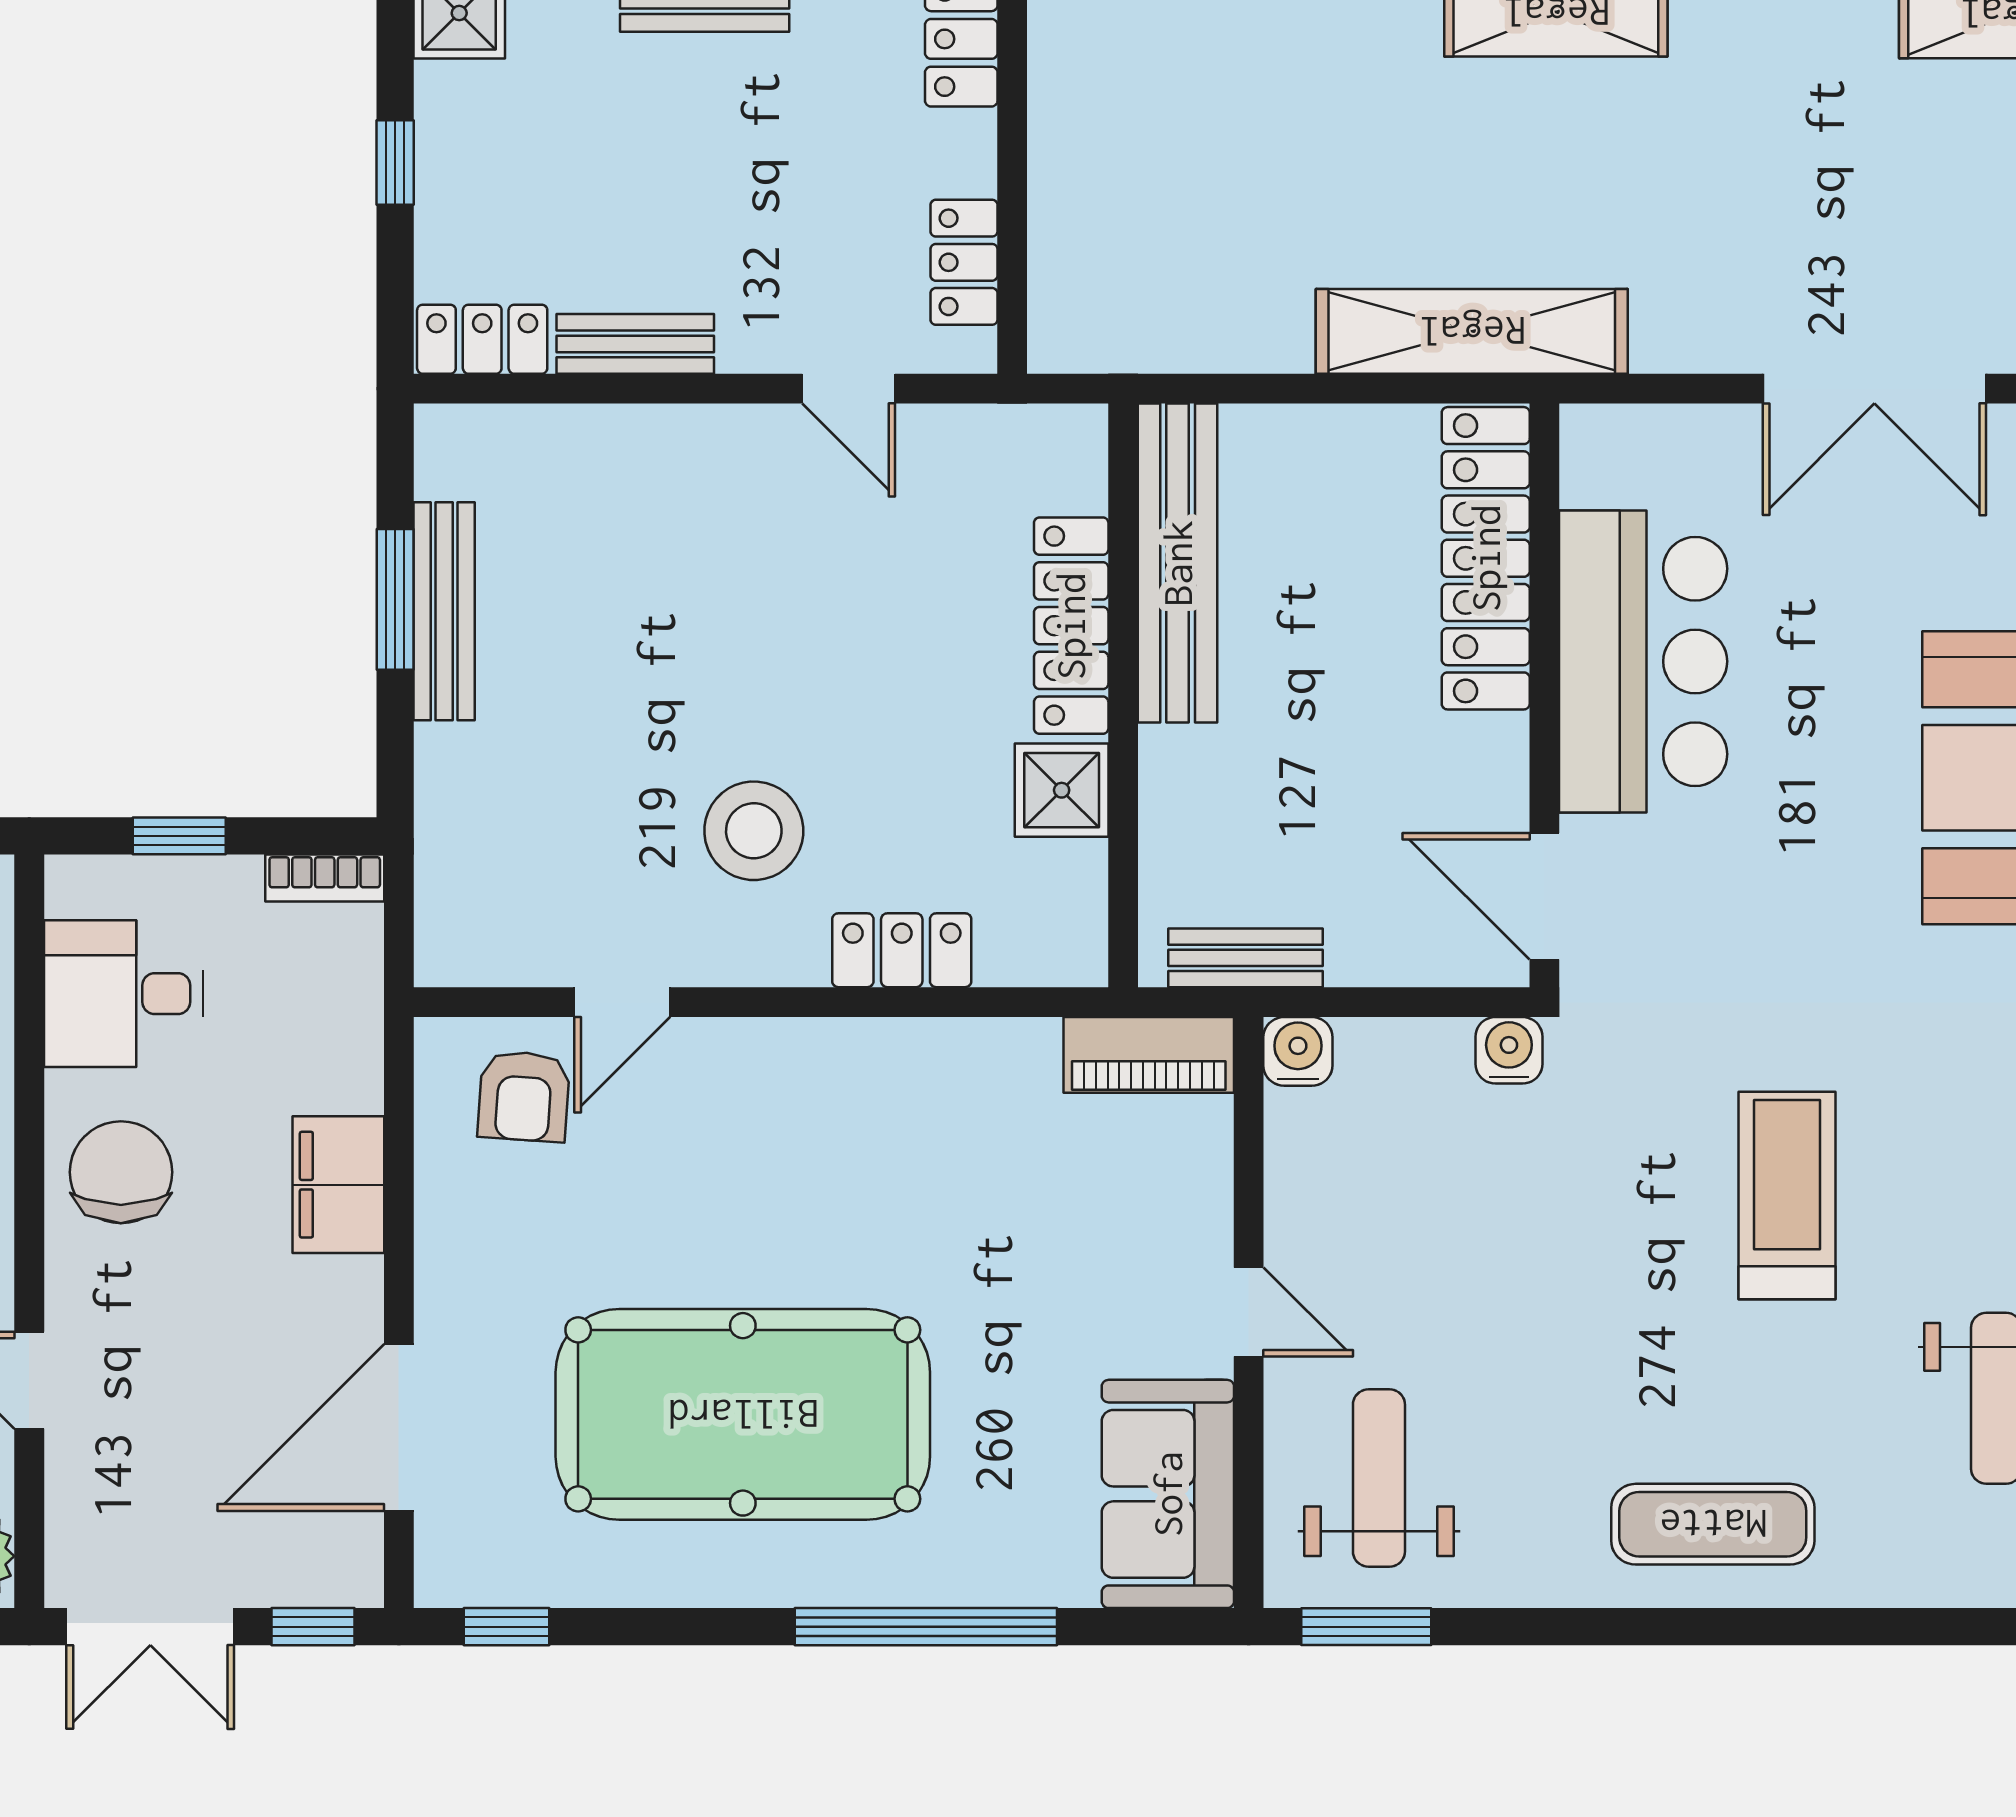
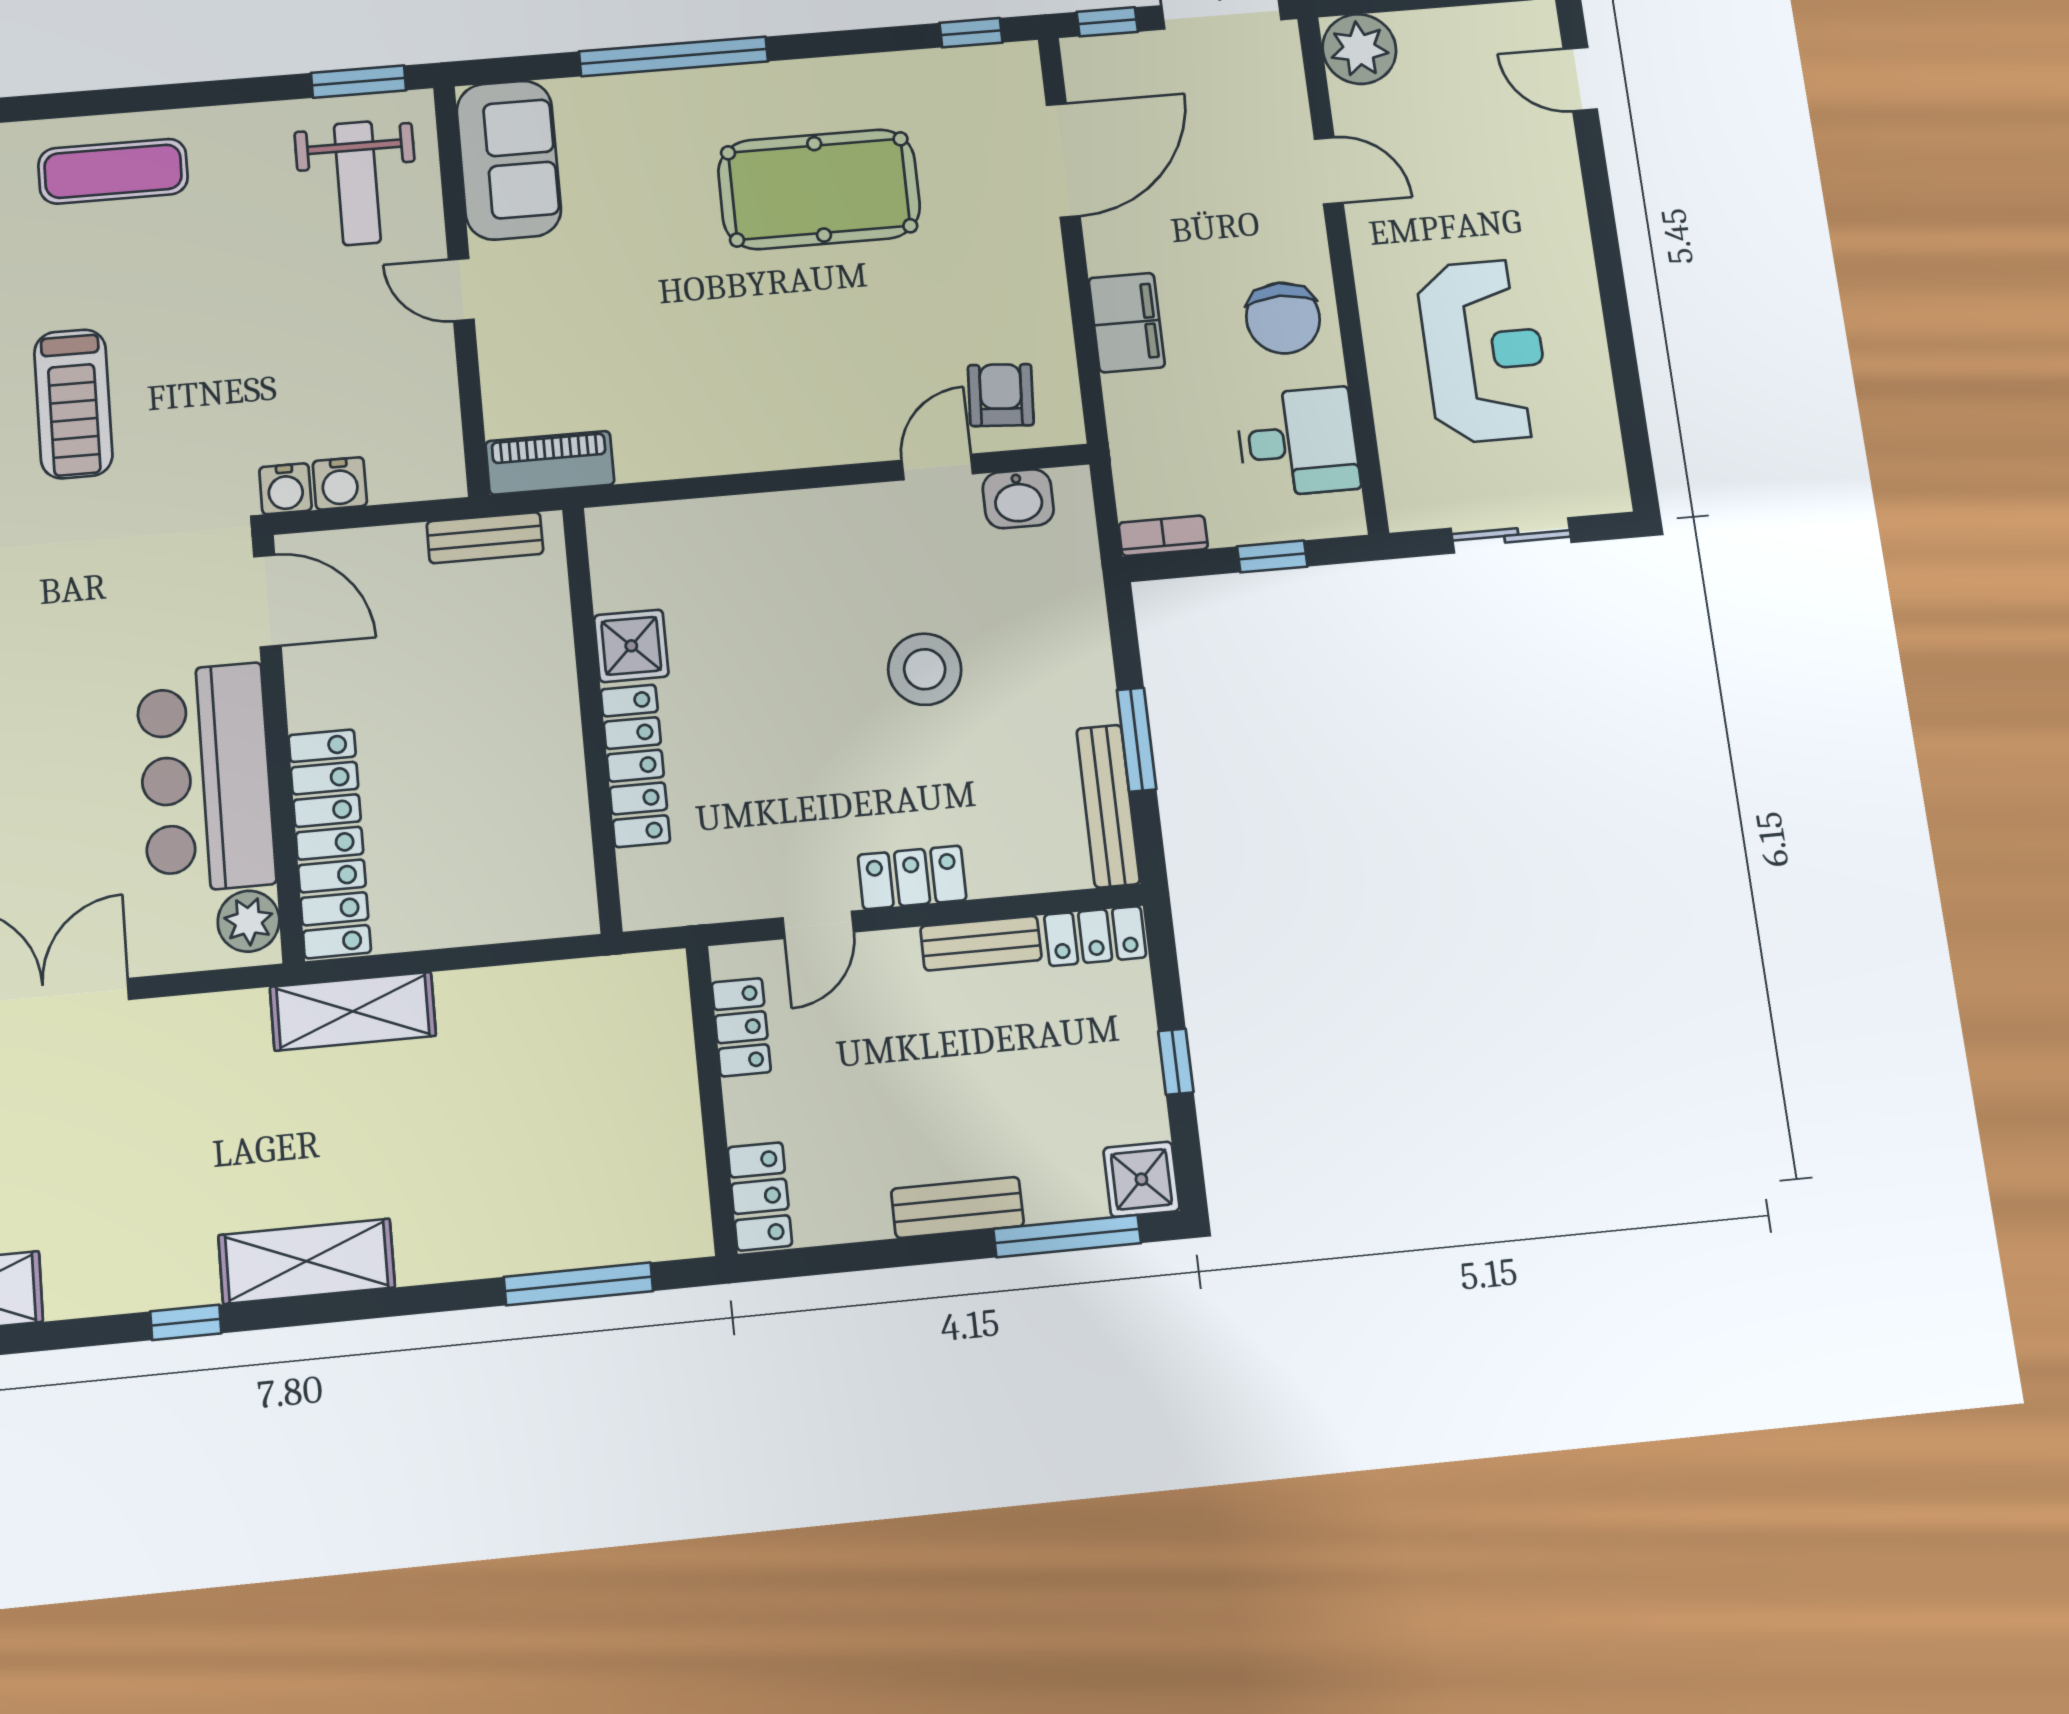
shelving: (1472, 331) -> (353, 1011), width x0.68
door: (849, 389) -> (818, 925), swing flipped
plant: (1600, 464) -> (249, 921), added
bench: (1178, 563) -> (560, 819), removed
bench: (444, 611) -> (1108, 806), moved
stool: (754, 831) -> (925, 669), moved
washbasin: (517, 948) -> (1018, 499), added
locker: (902, 950) -> (912, 877), moved, turned 180
water cooler: (1298, 1051) -> (340, 483), moved
pool table: (743, 1414) -> (819, 189), width x0.73, depth x0.76

